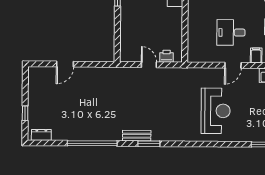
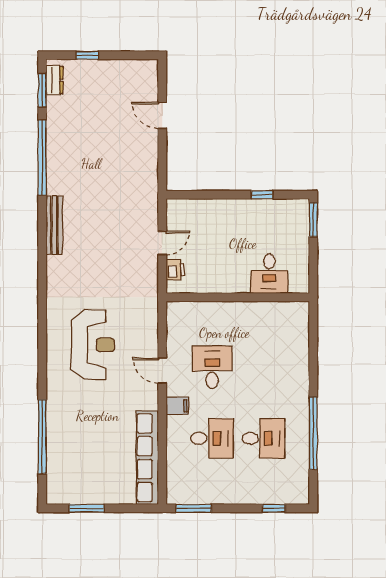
reception desk: (216, 111) -> (93, 345), turned -90
bench: (137, 136) -> (54, 225), width x1.36
window: (149, 144) -> (42, 90), moved

